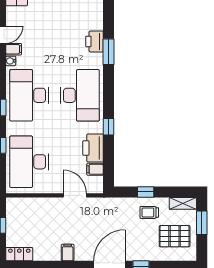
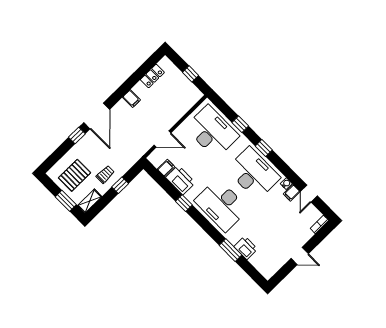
locker: (19, 254) -> (152, 76), moved

